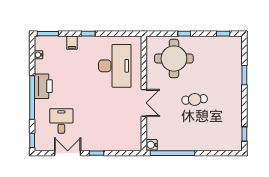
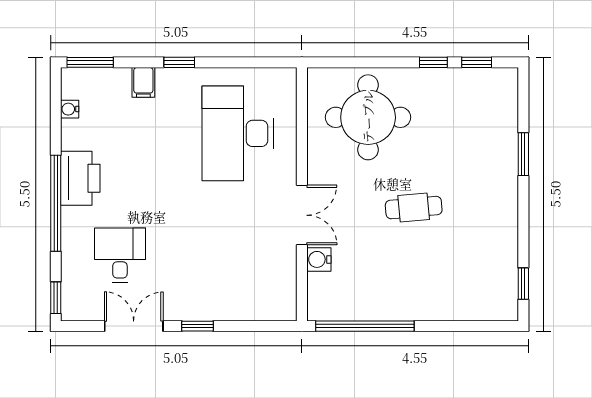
window: (184, 34) -> (433, 62), moved
desk: (115, 66) -> (238, 133), turned 180
water cooler: (152, 145) -> (319, 259), moved

